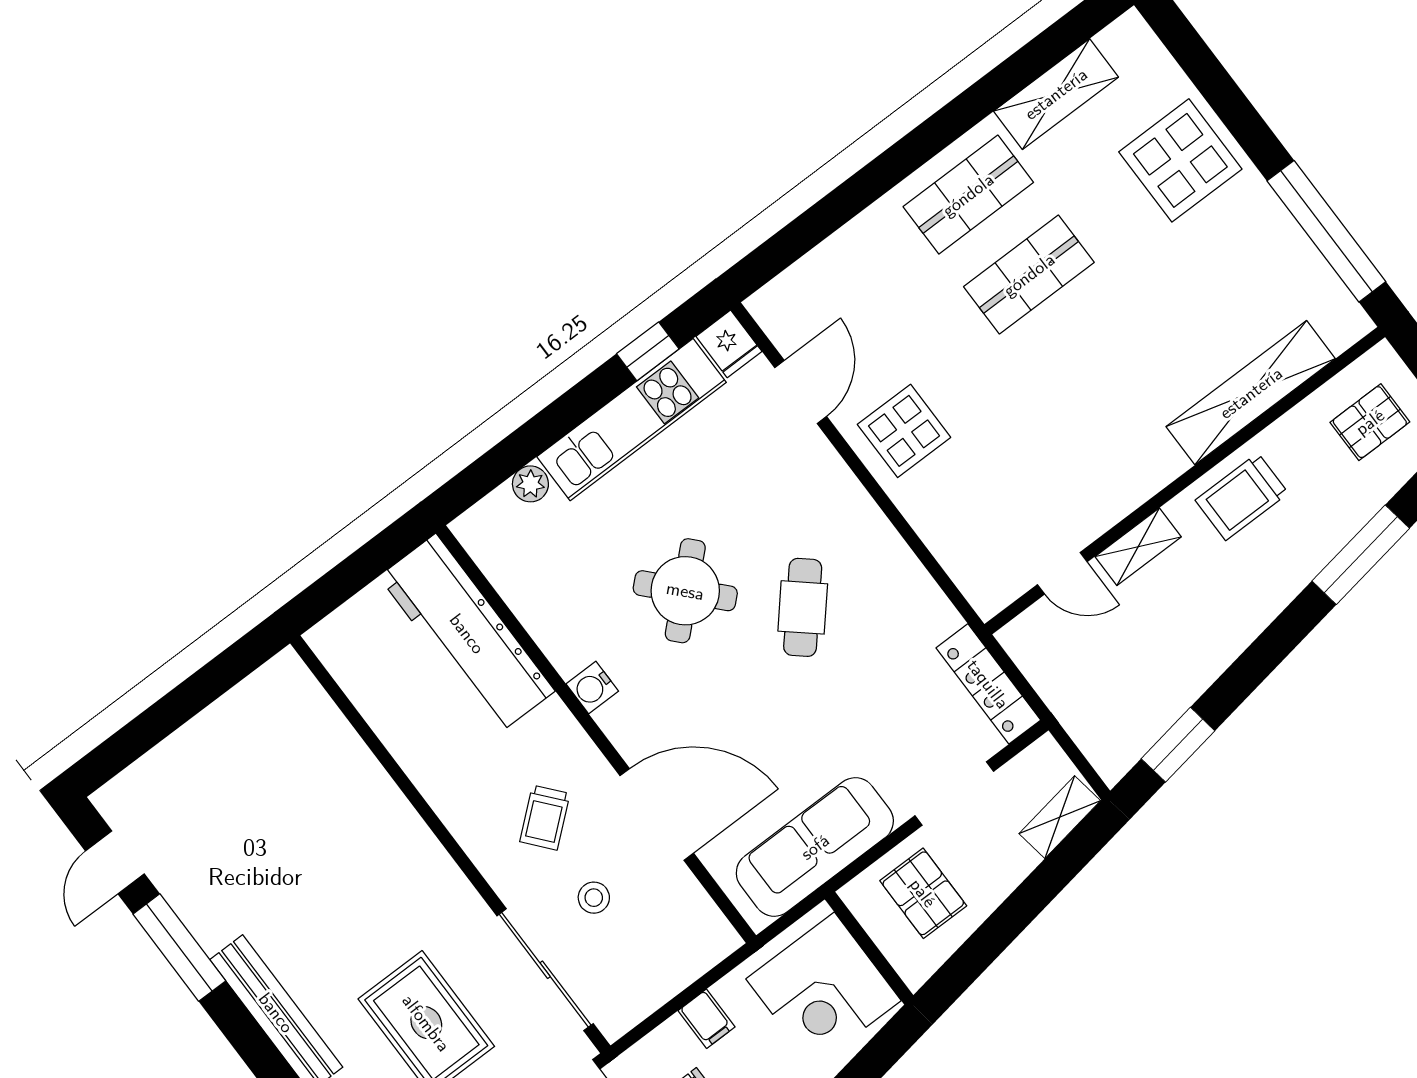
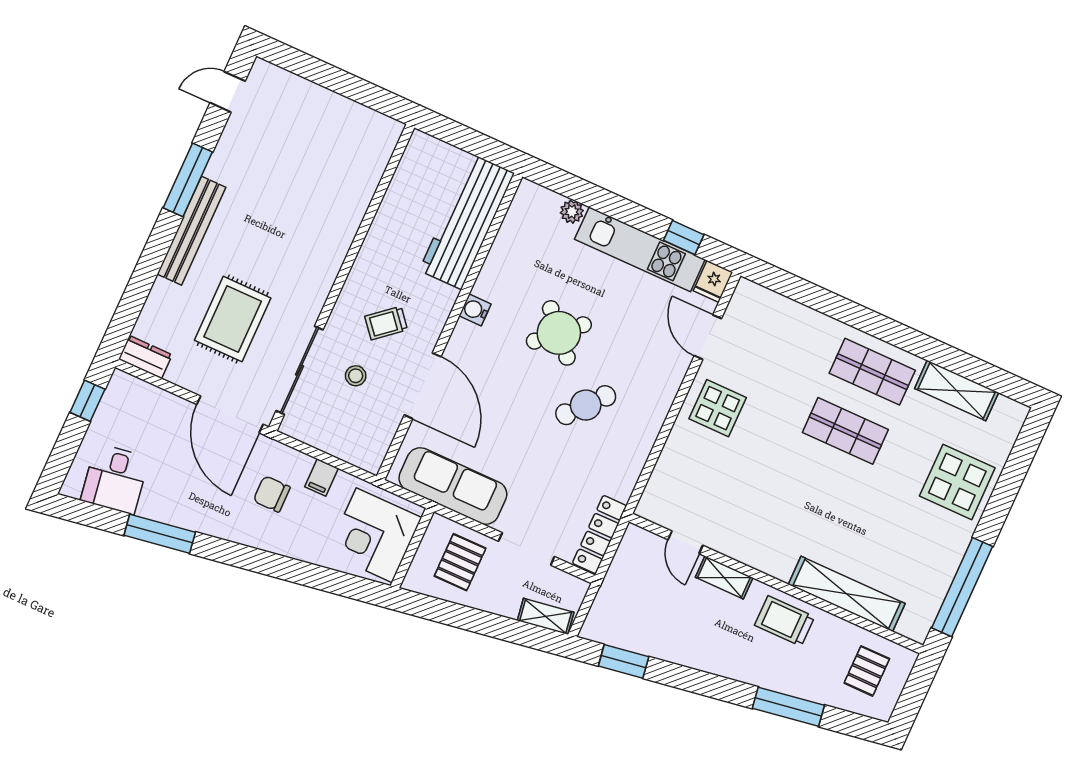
door: (801, 392) -> (708, 337), swing flipped
pallet: (1370, 422) -> (867, 671), turned 90
window: (179, 947) -> (188, 180), moved

